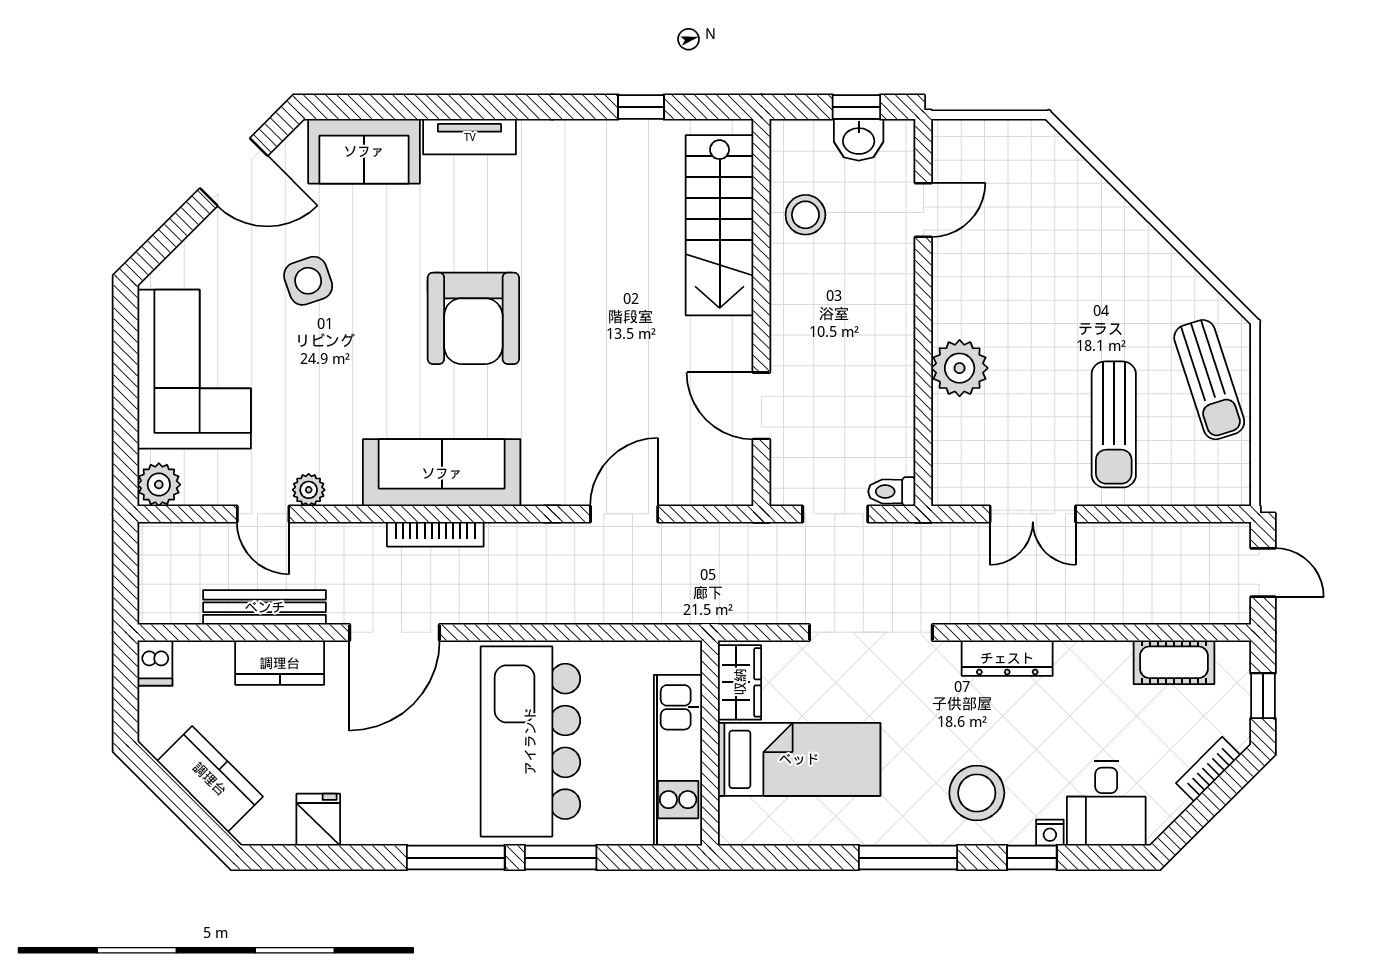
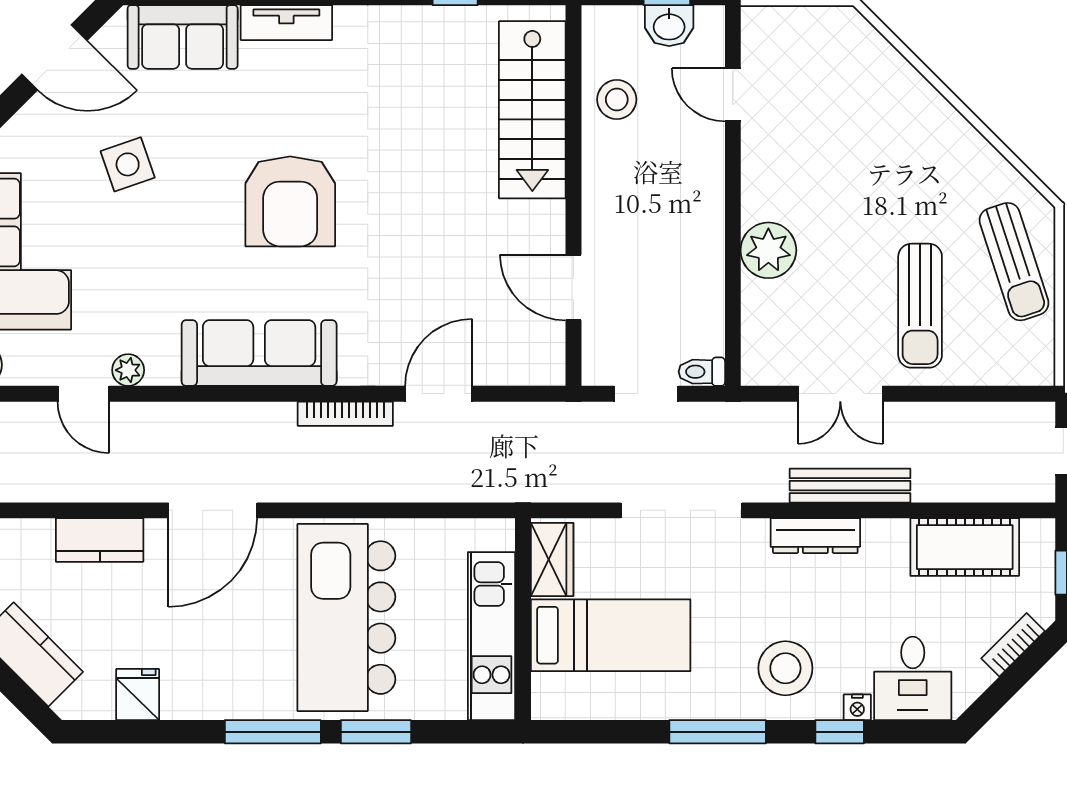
door: (923, 210) -> (733, 95), swing flipped
bookcase: (435, 534) -> (345, 414), moved
bench: (265, 607) -> (850, 486), moved
cot: (1174, 662) -> (965, 547), width x1.37, depth x1.34

